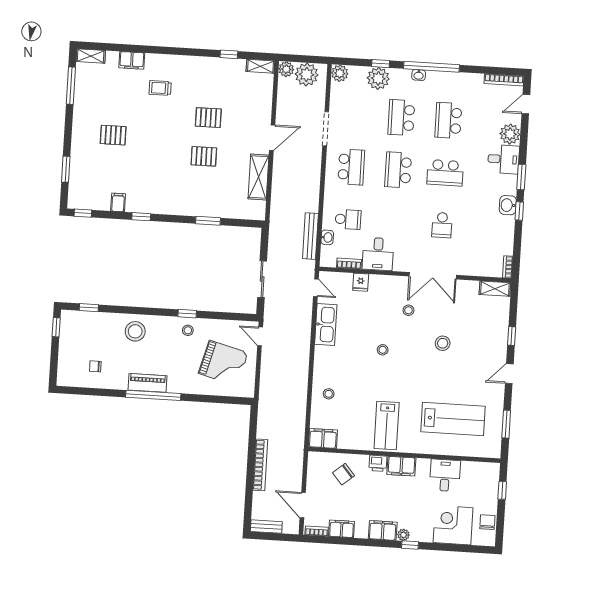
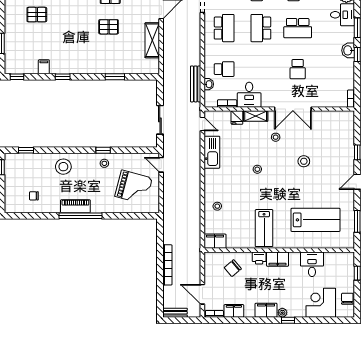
shelving: (495, 289) -> (256, 116), moved

